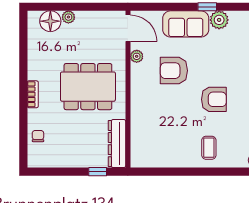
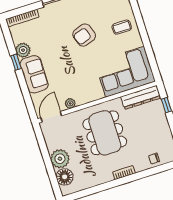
plant: (68, 17) -> (60, 159), width x1.88, depth x1.88
armchair: (174, 71) -> (72, 72), removed
armchair: (214, 99) -> (84, 35), turned -109
corner sofa: (154, 135) -> (125, 72), added

